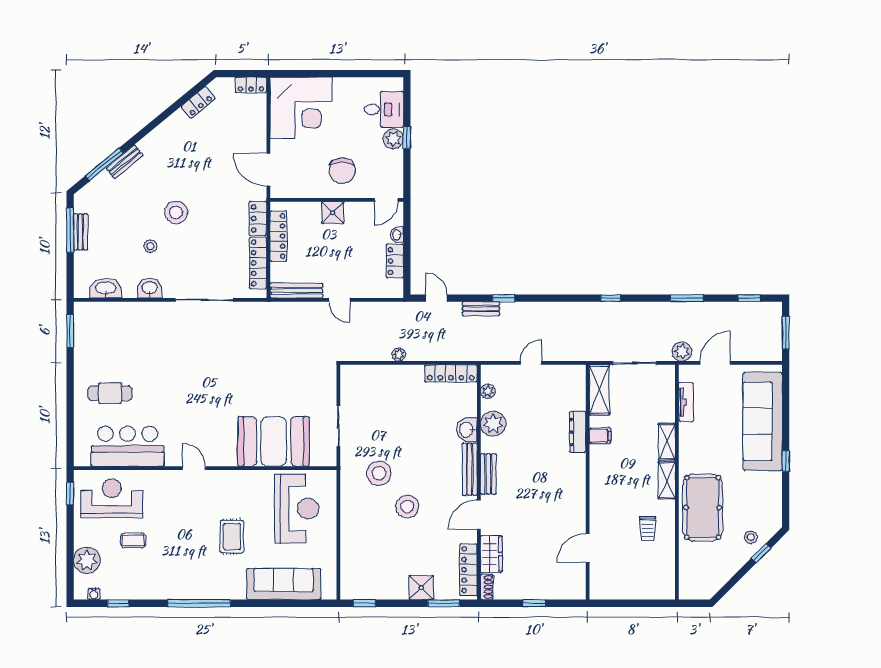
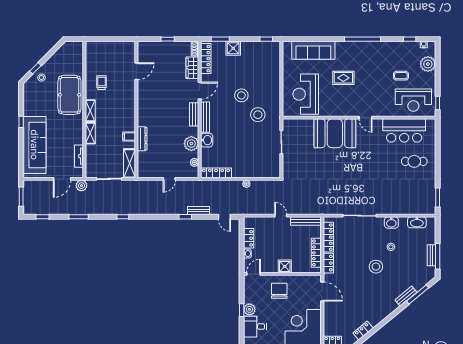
booth: (274, 441) -> (335, 133), moved
rug: (232, 537) -> (343, 78), turned 90

